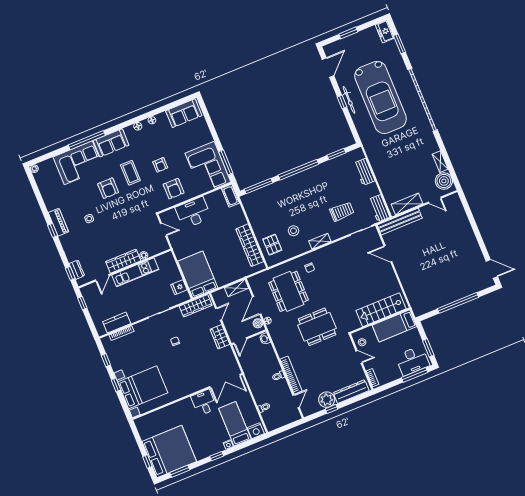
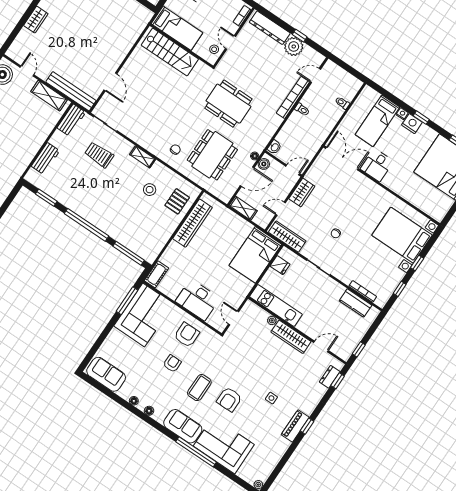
armchair: (108, 188) -> (229, 399), turned 180
wardrobe: (467, 230) -> (36, 20), added
kitchen unit: (135, 272) -> (276, 305), moved
nightstand: (256, 431) -> (412, 124), moved

